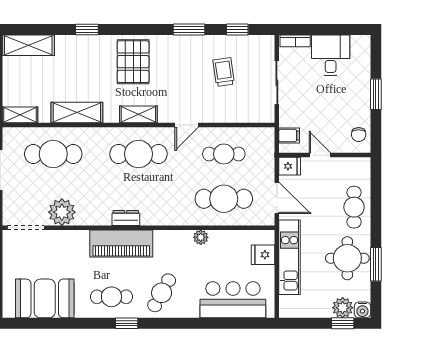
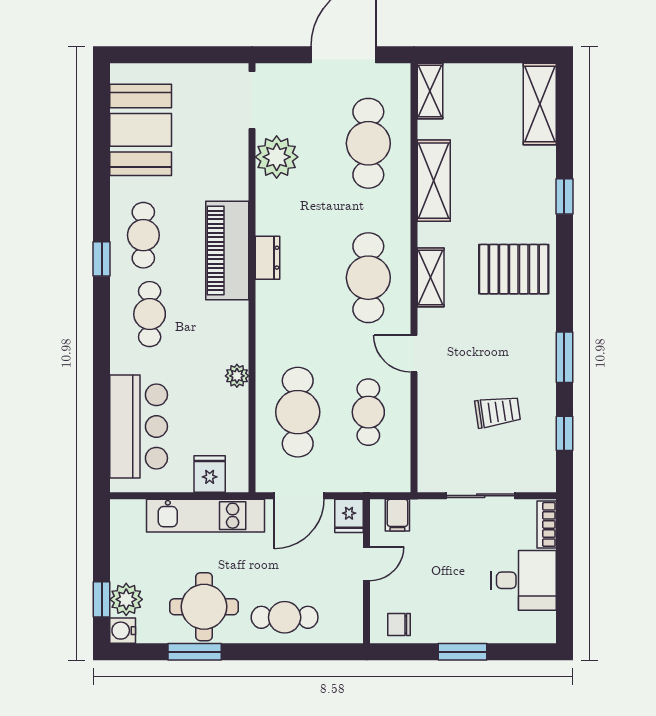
cafe table: (162, 293) -> (150, 314), turned 61

